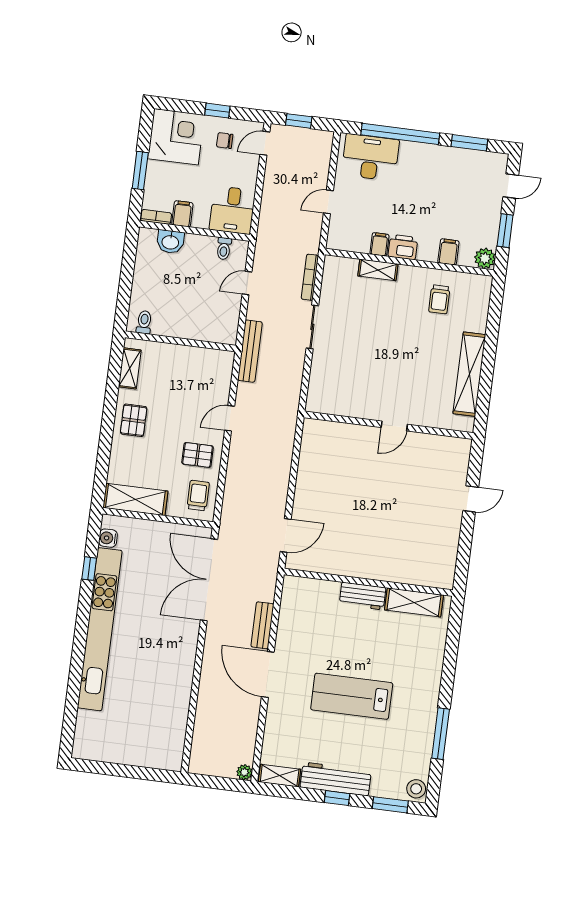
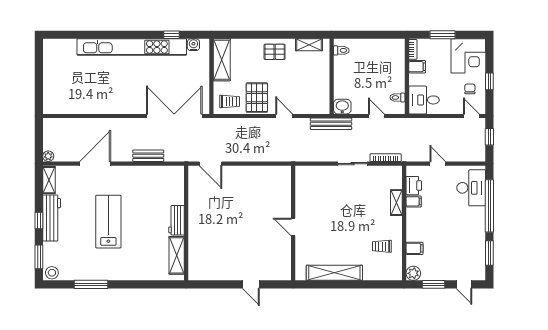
washbasin: (170, 242) -> (342, 107), moved, turned 90
printer: (403, 247) -> (414, 186), moved
pallet: (198, 455) -> (257, 98), width x1.50, depth x1.42
door: (268, 674) -> (95, 164), moved

